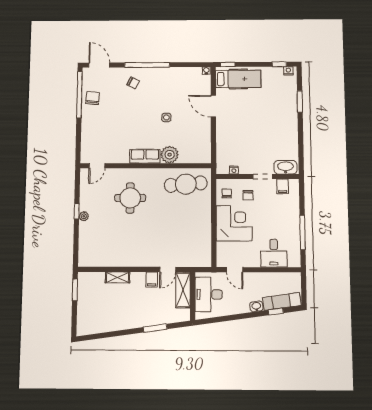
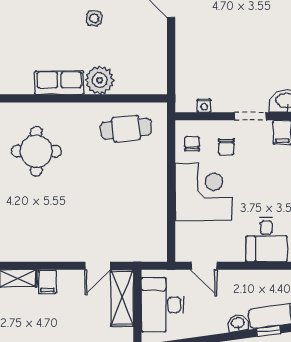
cafe table: (186, 184) -> (126, 129), width x0.73, depth x0.74
filing cabinet: (152, 280) -> (47, 282), moved

